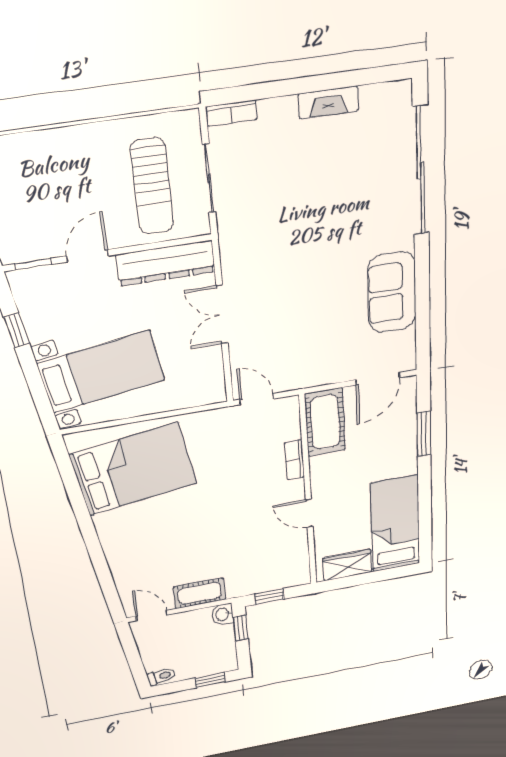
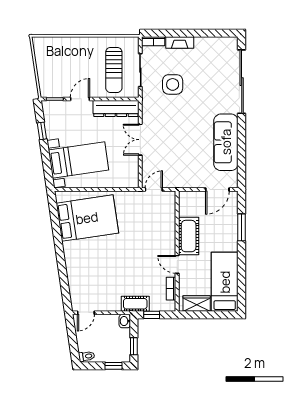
fireplace: (328, 102) -> (180, 43), moved
side table: (279, 198) -> (173, 84), added
sofa: (392, 292) -> (226, 142), width x1.36
door: (257, 399) -> (154, 190), hinge flipped
cot: (325, 422) -> (189, 236), moved
bookcase: (294, 460) -> (171, 289), moved
cot: (199, 593) -> (135, 304), moved
door: (152, 616) -> (86, 313), swing flipped
window: (241, 628) -> (134, 346), moved

